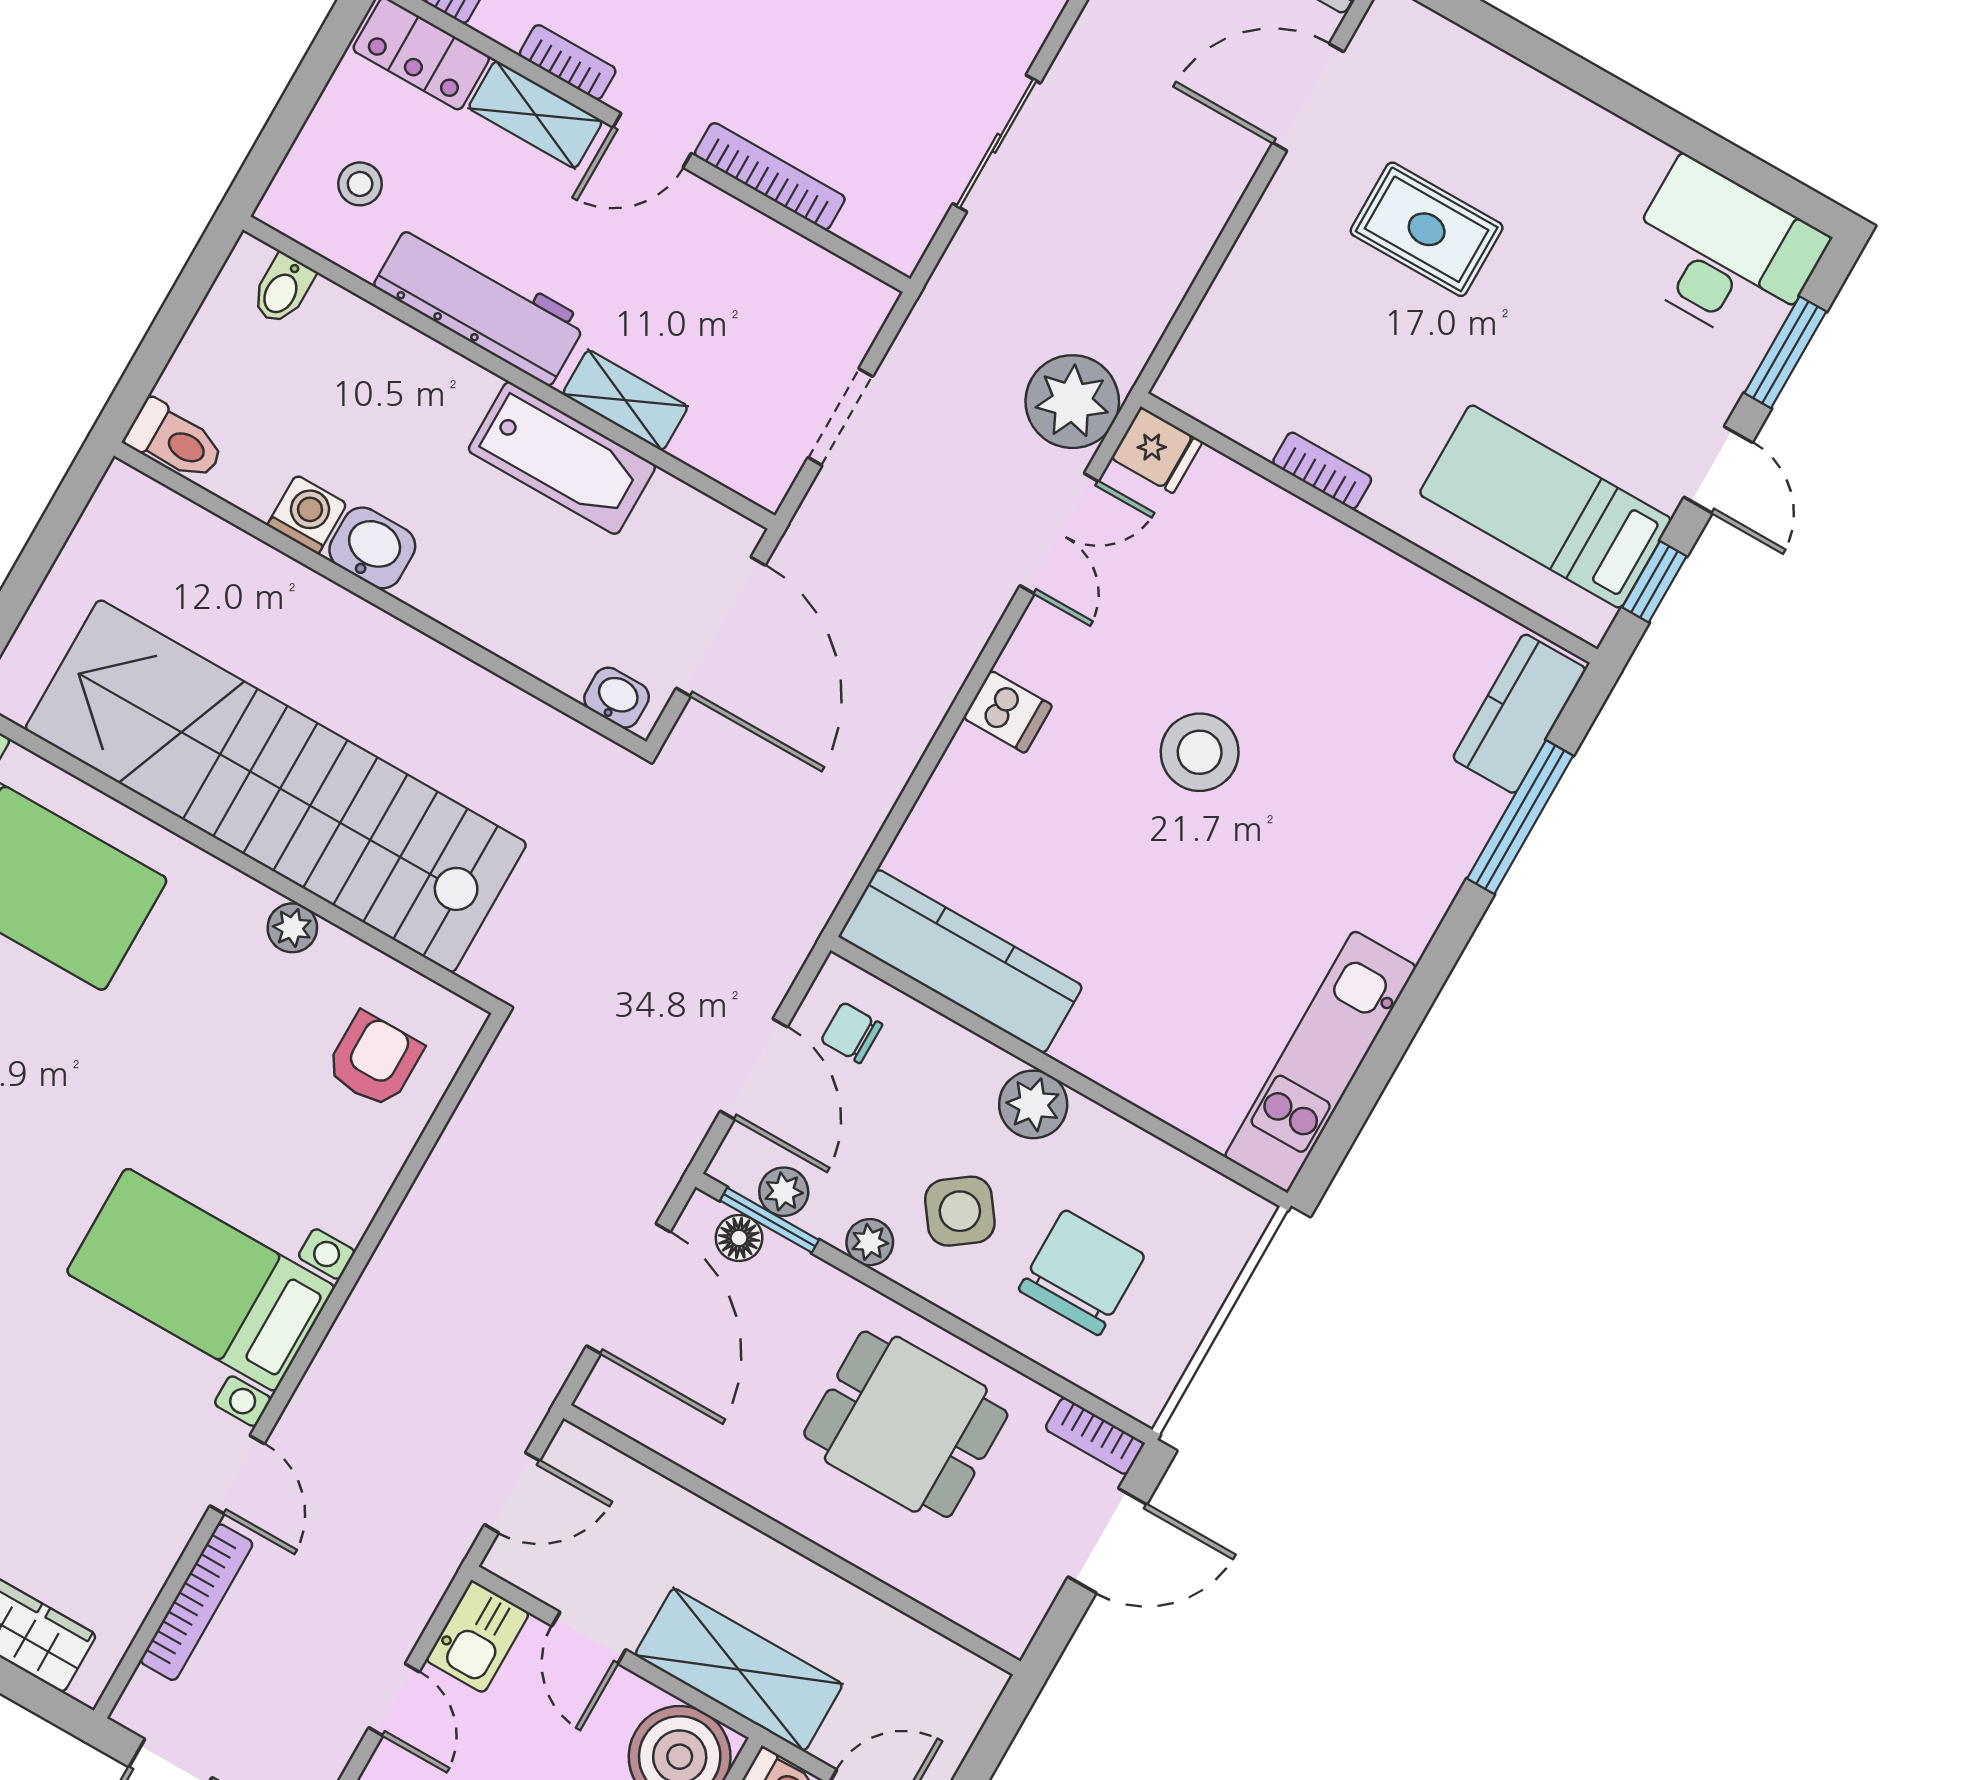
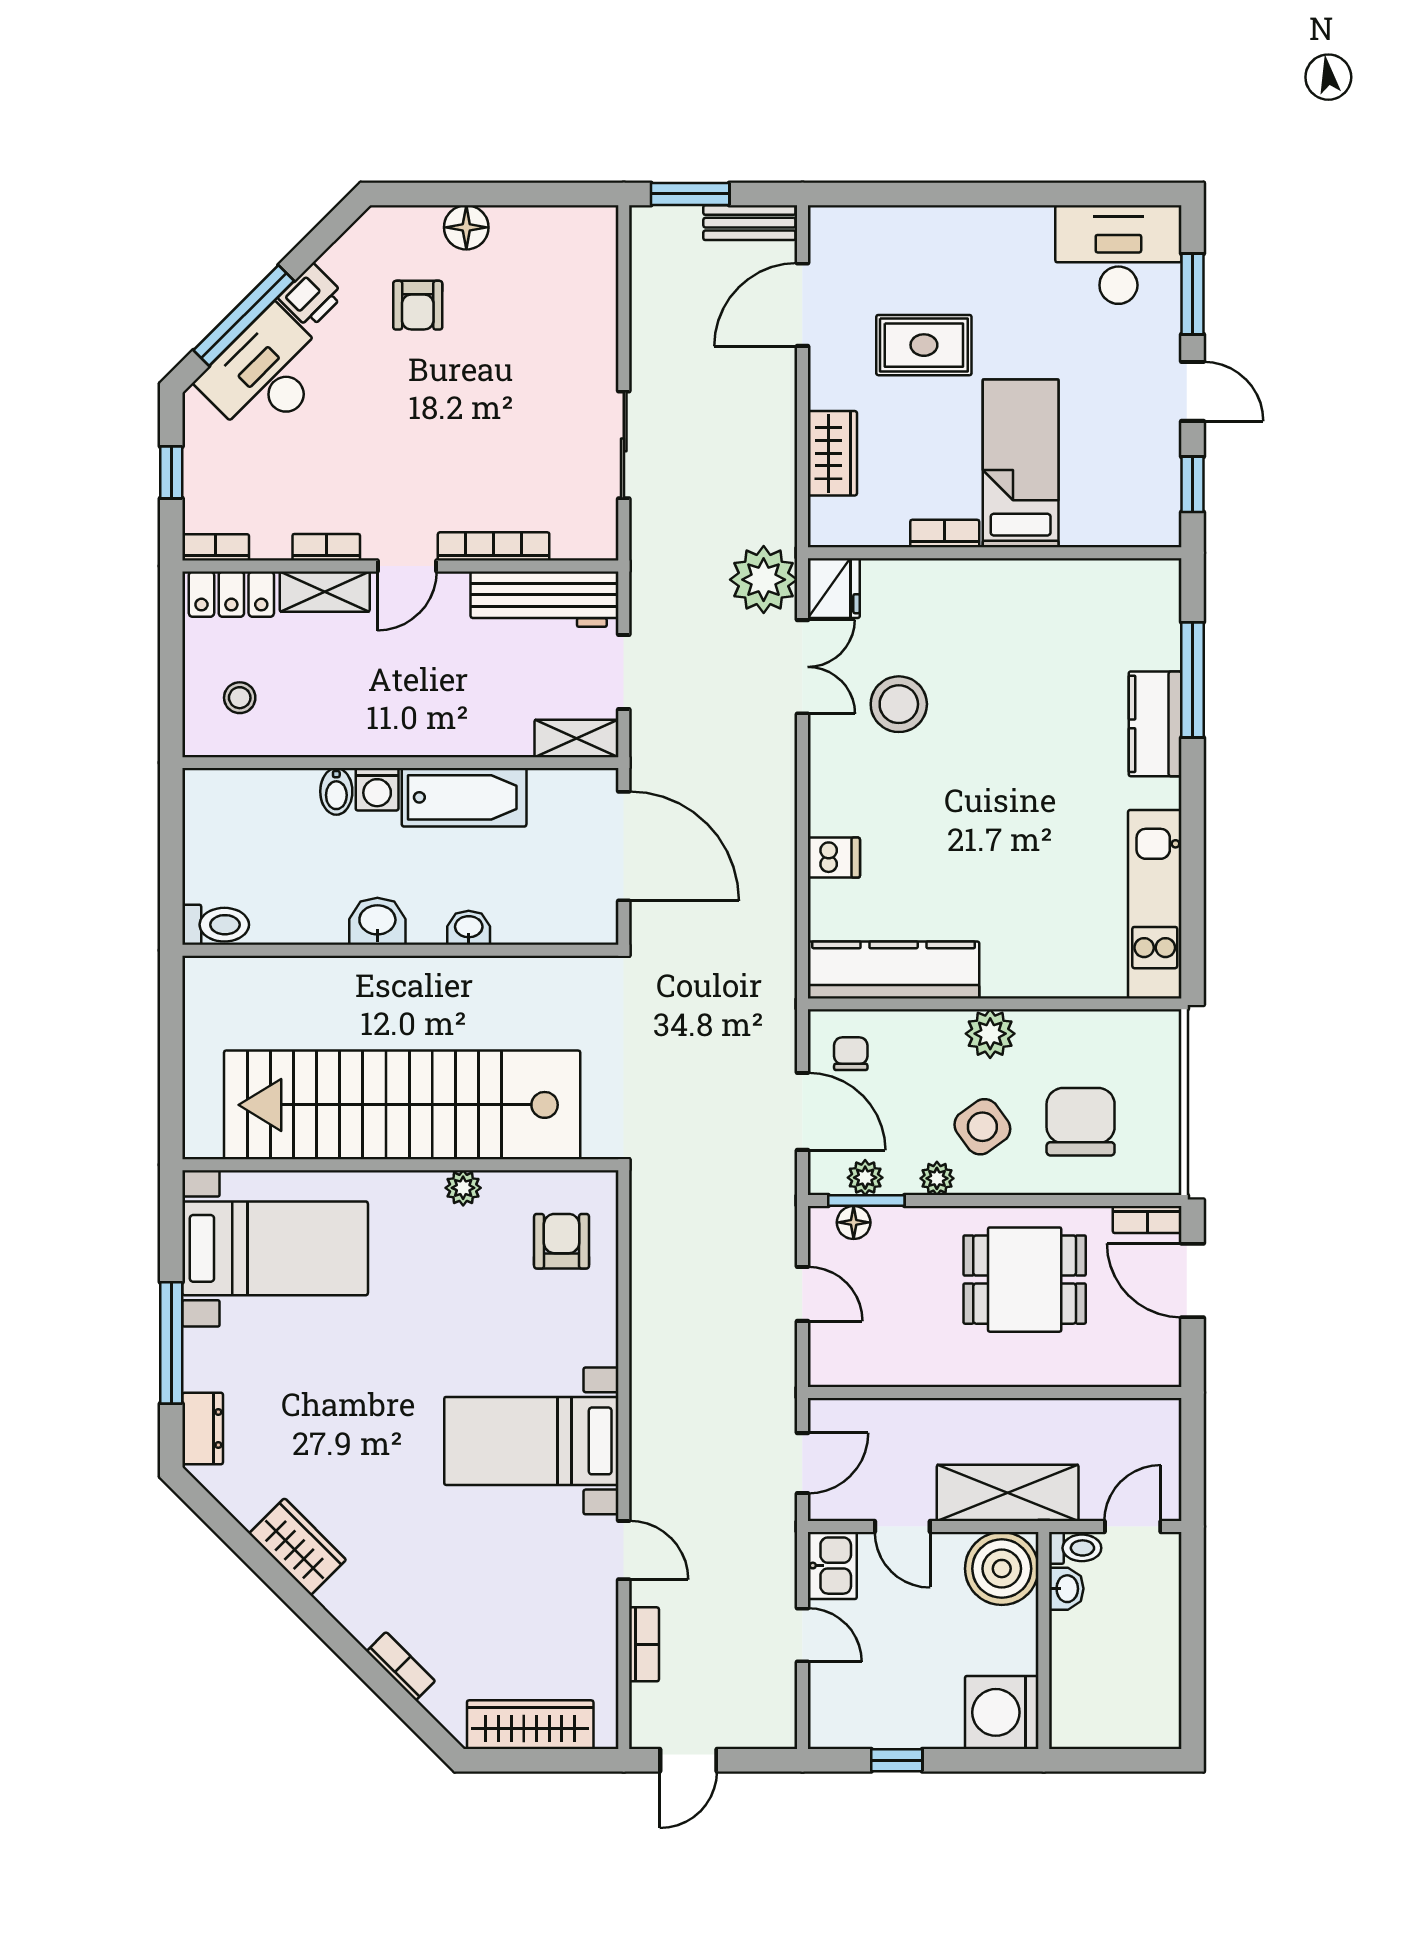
bidet: (283, 289) -> (336, 791), moved
wardrobe: (1242, 297) -> (832, 453), added
workbench: (480, 303) -> (545, 599), moved, turned 180
shelving: (625, 400) -> (577, 738), moved
fridge: (1157, 450) -> (834, 588), width x1.38
bed: (1545, 506) -> (1021, 463), moved, turned 90
washing machine: (307, 514) -> (377, 789), moved, turned 180
washbasin: (617, 698) -> (469, 928), moved
dishwasher: (1008, 712) -> (834, 858), moved
kitchen counter: (1519, 714) -> (1155, 724), moved
stool: (1200, 752) -> (899, 704), moved
chair: (852, 1033) -> (851, 1054), turned 90
door: (628, 1289) -> (802, 1294), width x0.53
door: (1107, 1541) -> (1193, 1280), swing flipped
bookcase: (197, 1602) -> (644, 1644), width x0.64

